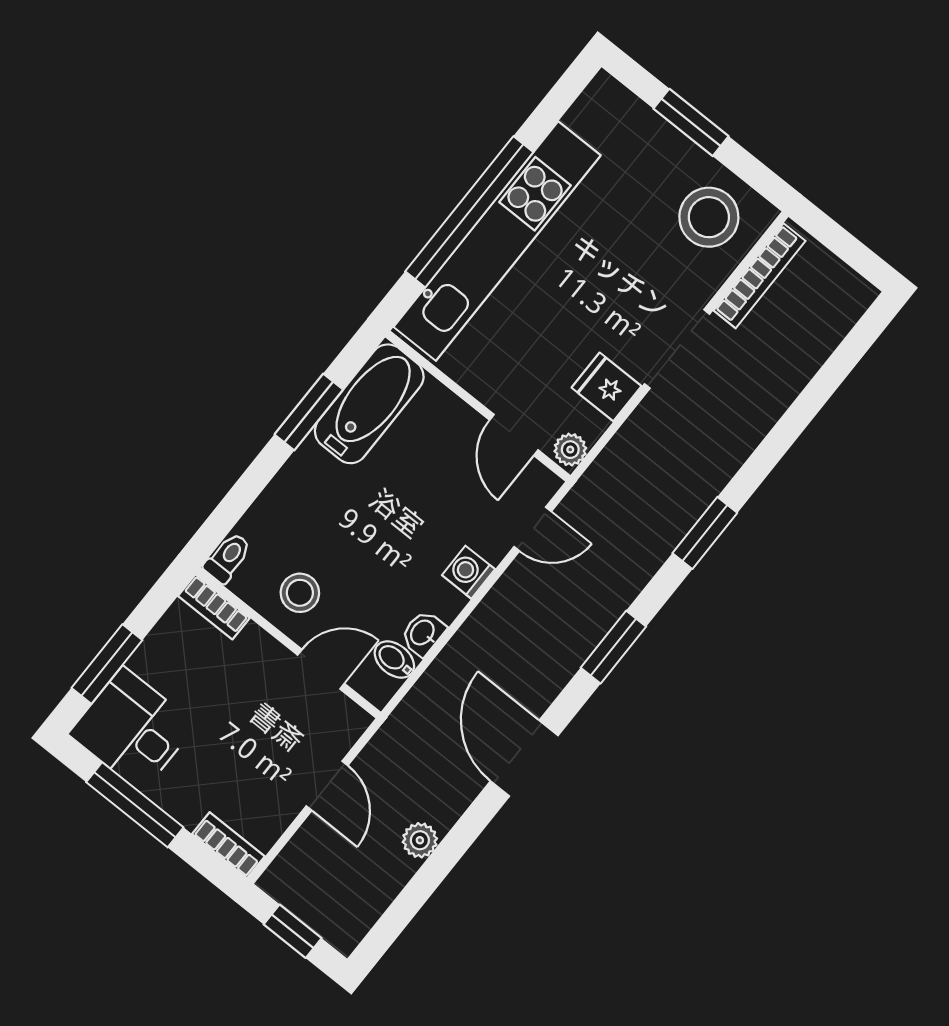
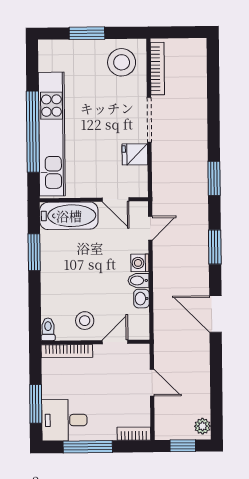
bathtub: (369, 404) -> (69, 216), moved, turned 90
plant: (570, 450) -> (140, 188), removed
bookcase: (214, 607) -> (67, 351), width x1.56
bidet: (394, 660) -> (139, 280), moved
plant: (420, 840) -> (202, 426), moved

